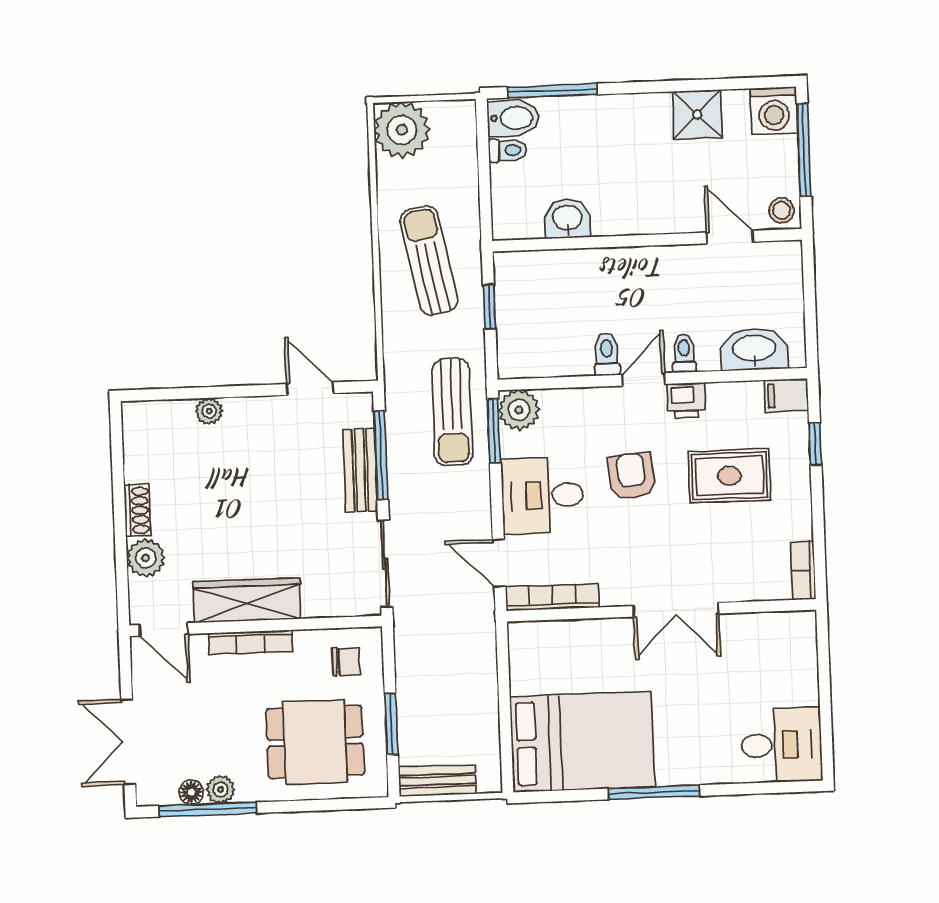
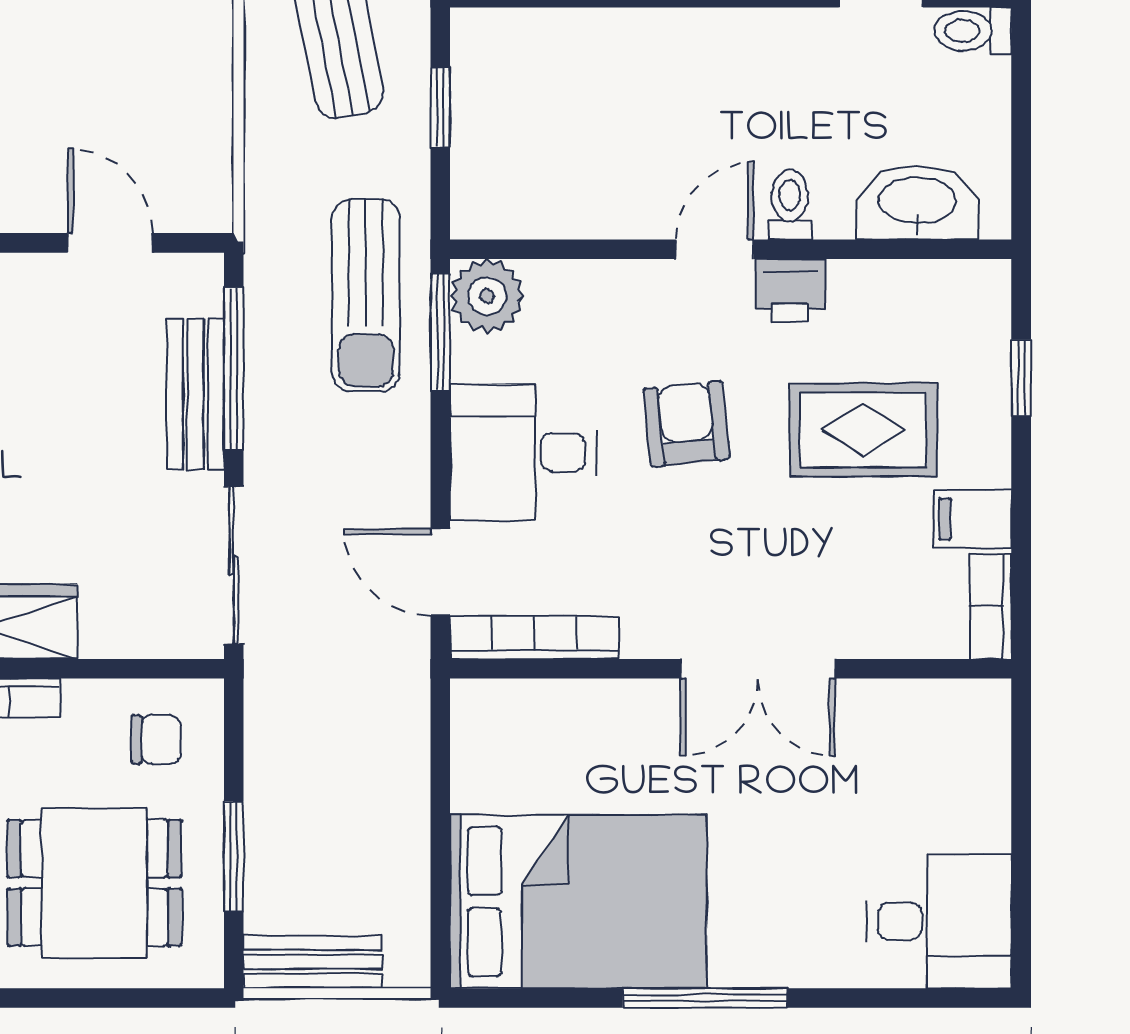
toilet: (607, 354) -> (973, 31), moved, turned -90
filing cabinet: (786, 395) -> (972, 519), moved

